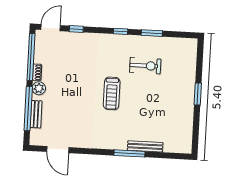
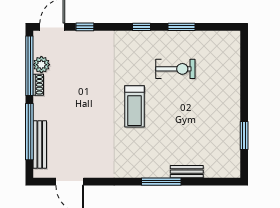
plant: (39, 88) -> (41, 65), moved
window: (198, 94) -> (244, 136), moved
bench: (36, 114) -> (40, 145), width x1.36
bench: (145, 146) -> (187, 172), width x0.73

